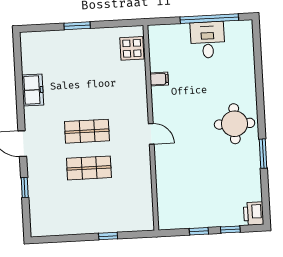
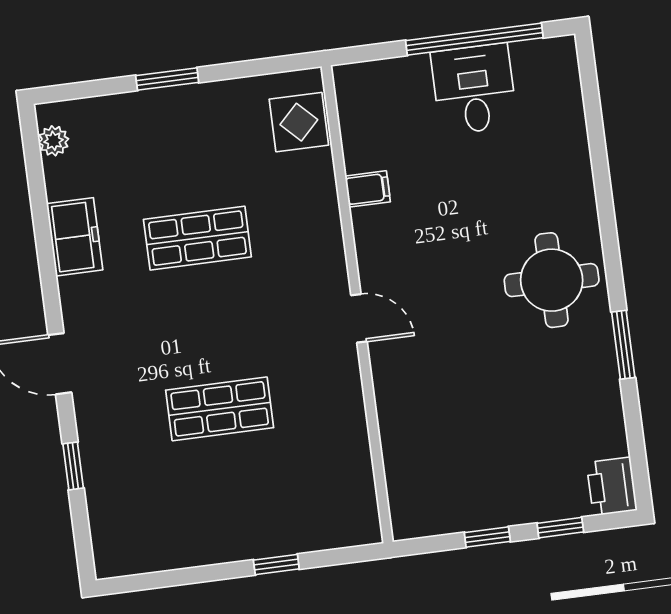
plant: (27, 48) -> (54, 141), added
shop shelf: (87, 131) -> (197, 238), moved

